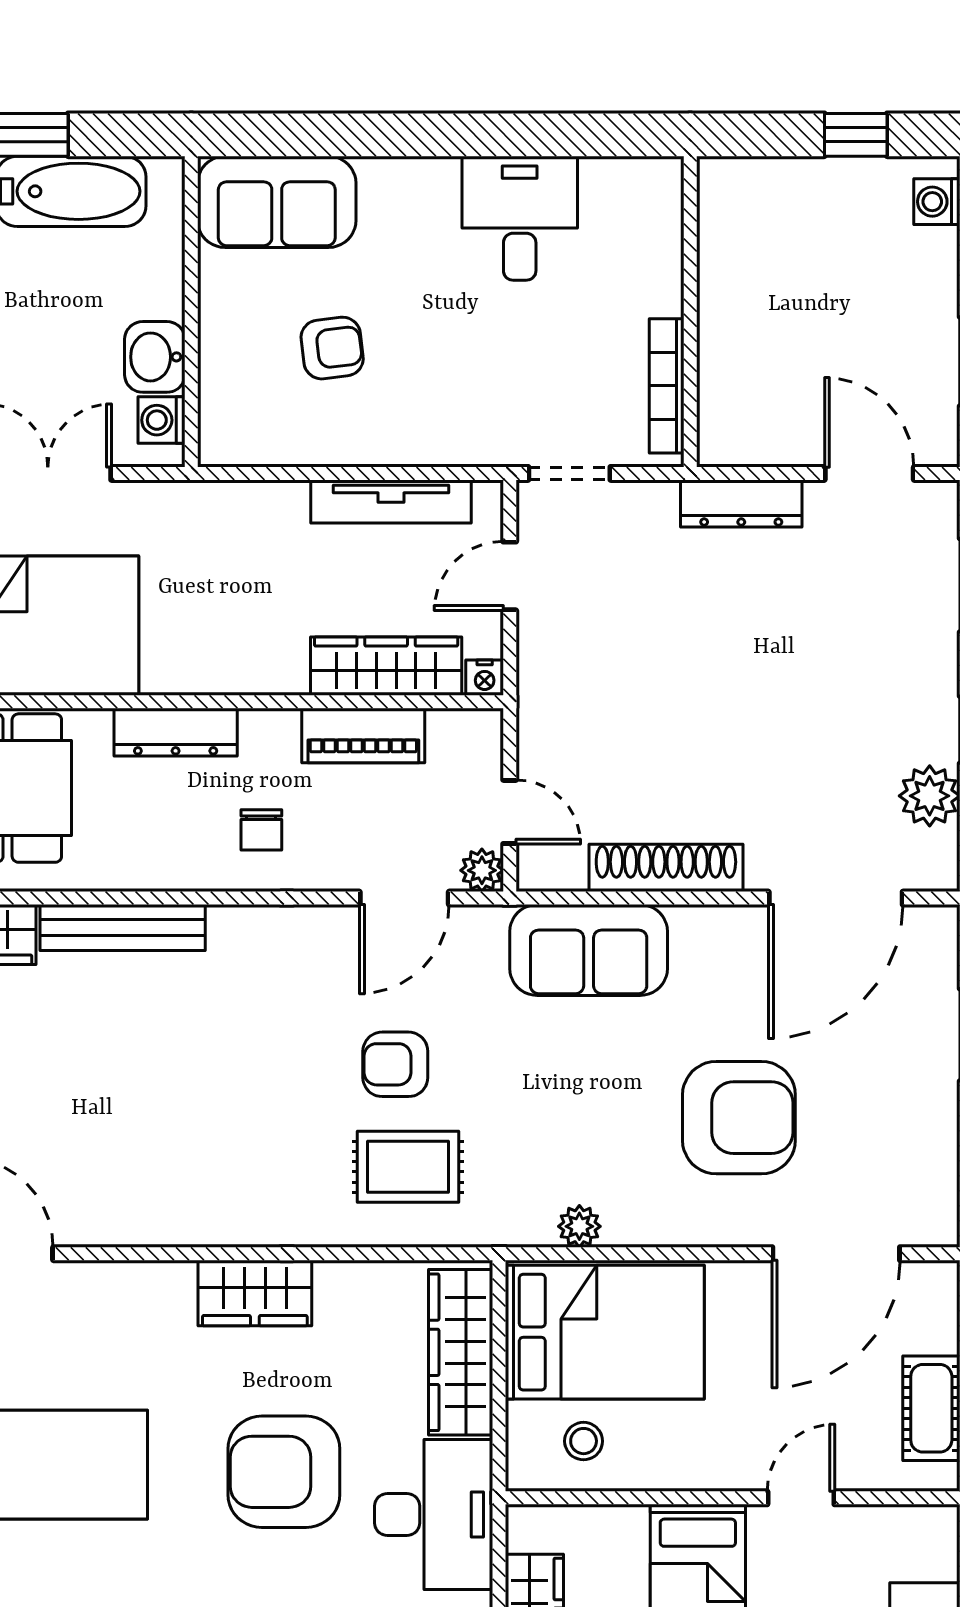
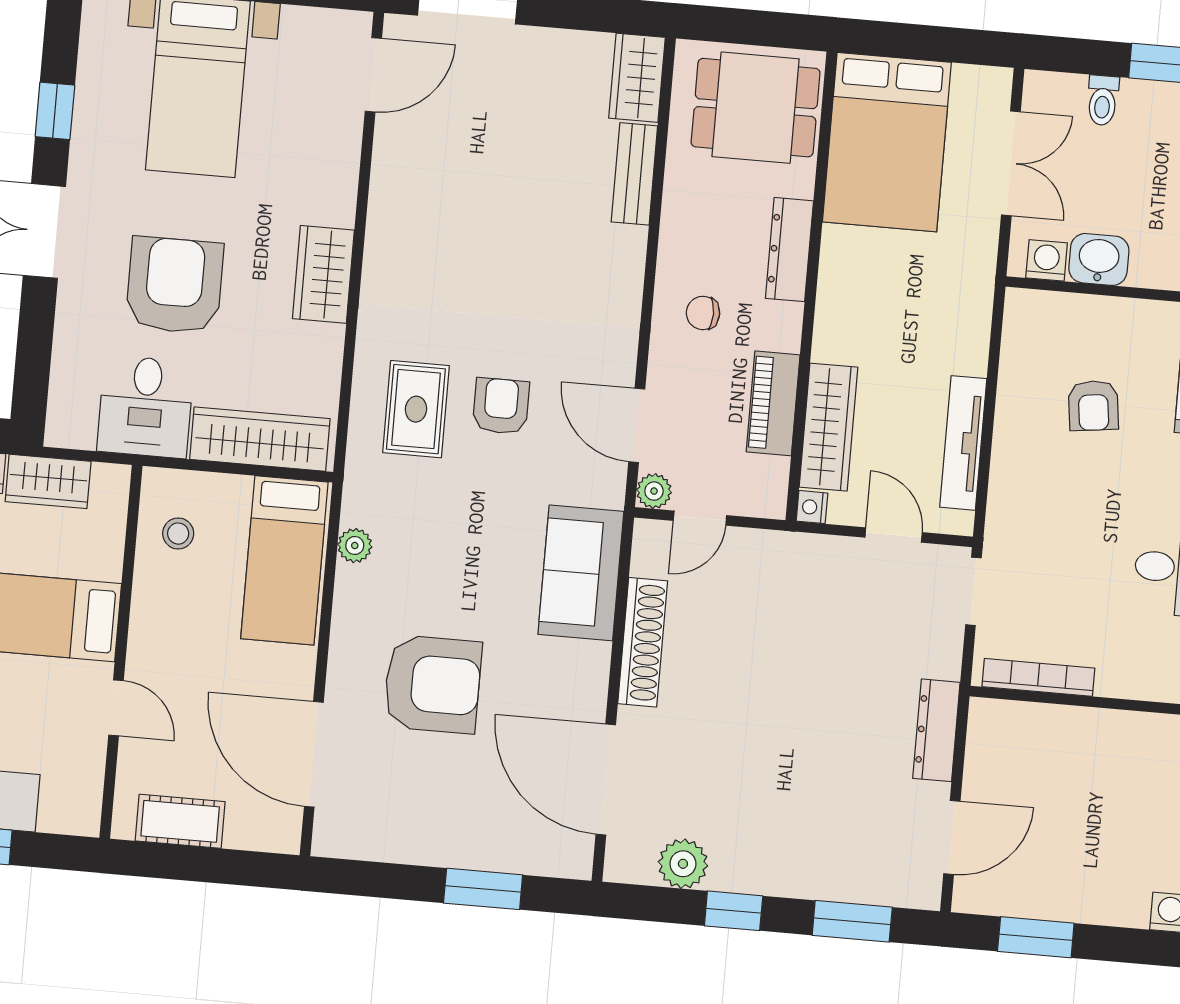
bench: (123, 928) -> (634, 174), width x0.73
armchair: (739, 1118) -> (433, 684), turned -90
bed: (605, 1332) -> (284, 560), width x0.67
desk: (434, 1514) -> (145, 407), width x0.73

